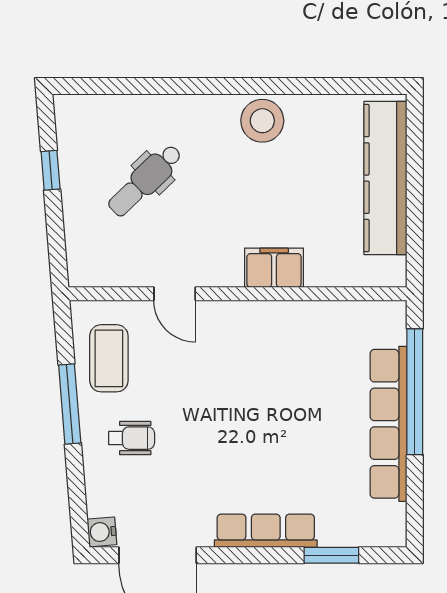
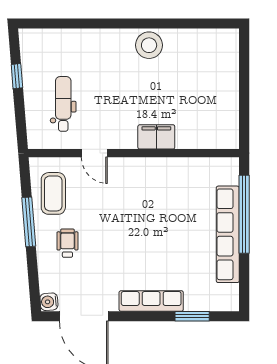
kitchen counter: (385, 178) -> (226, 81), removed
dental chair: (145, 180) -> (63, 104), moved, turned 134
wheelchair: (132, 438) -> (67, 243), turned -90

